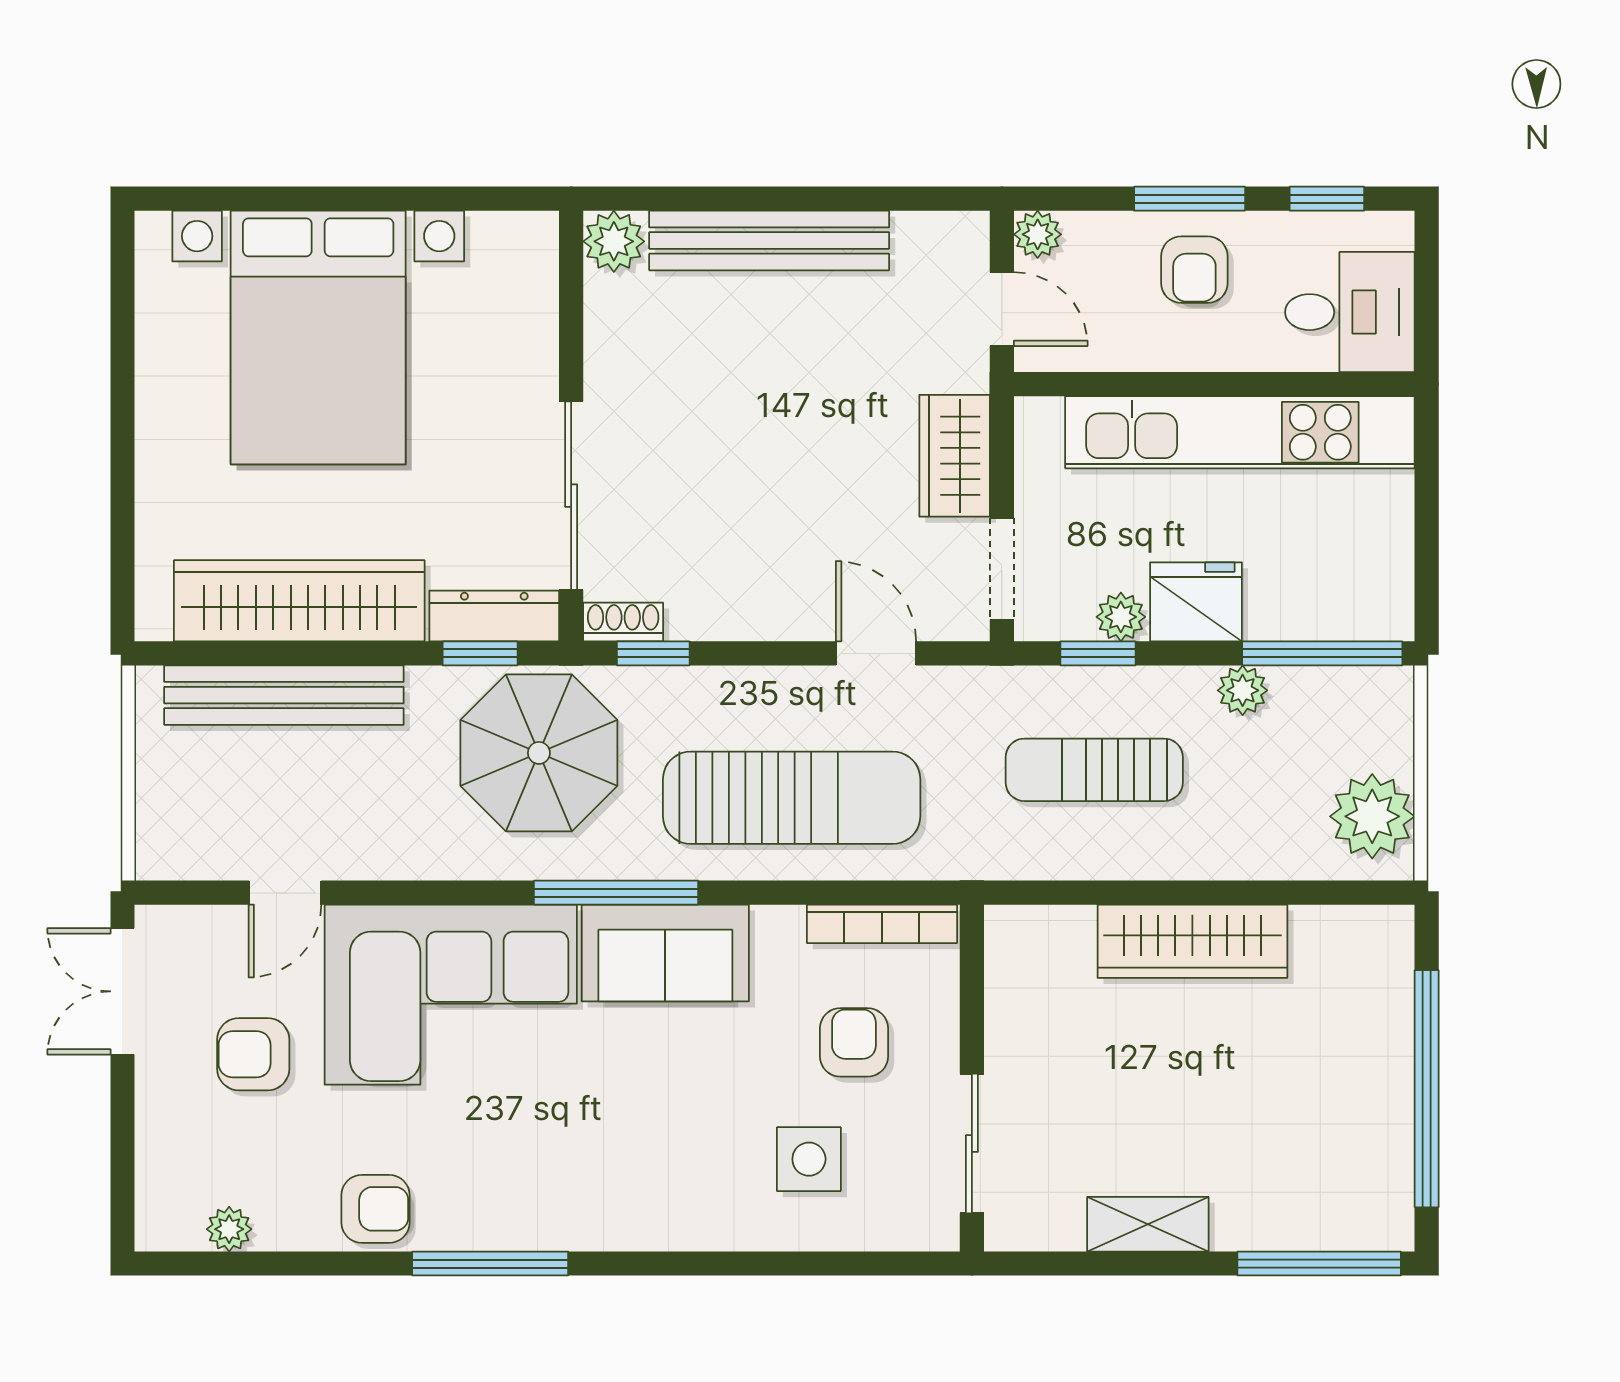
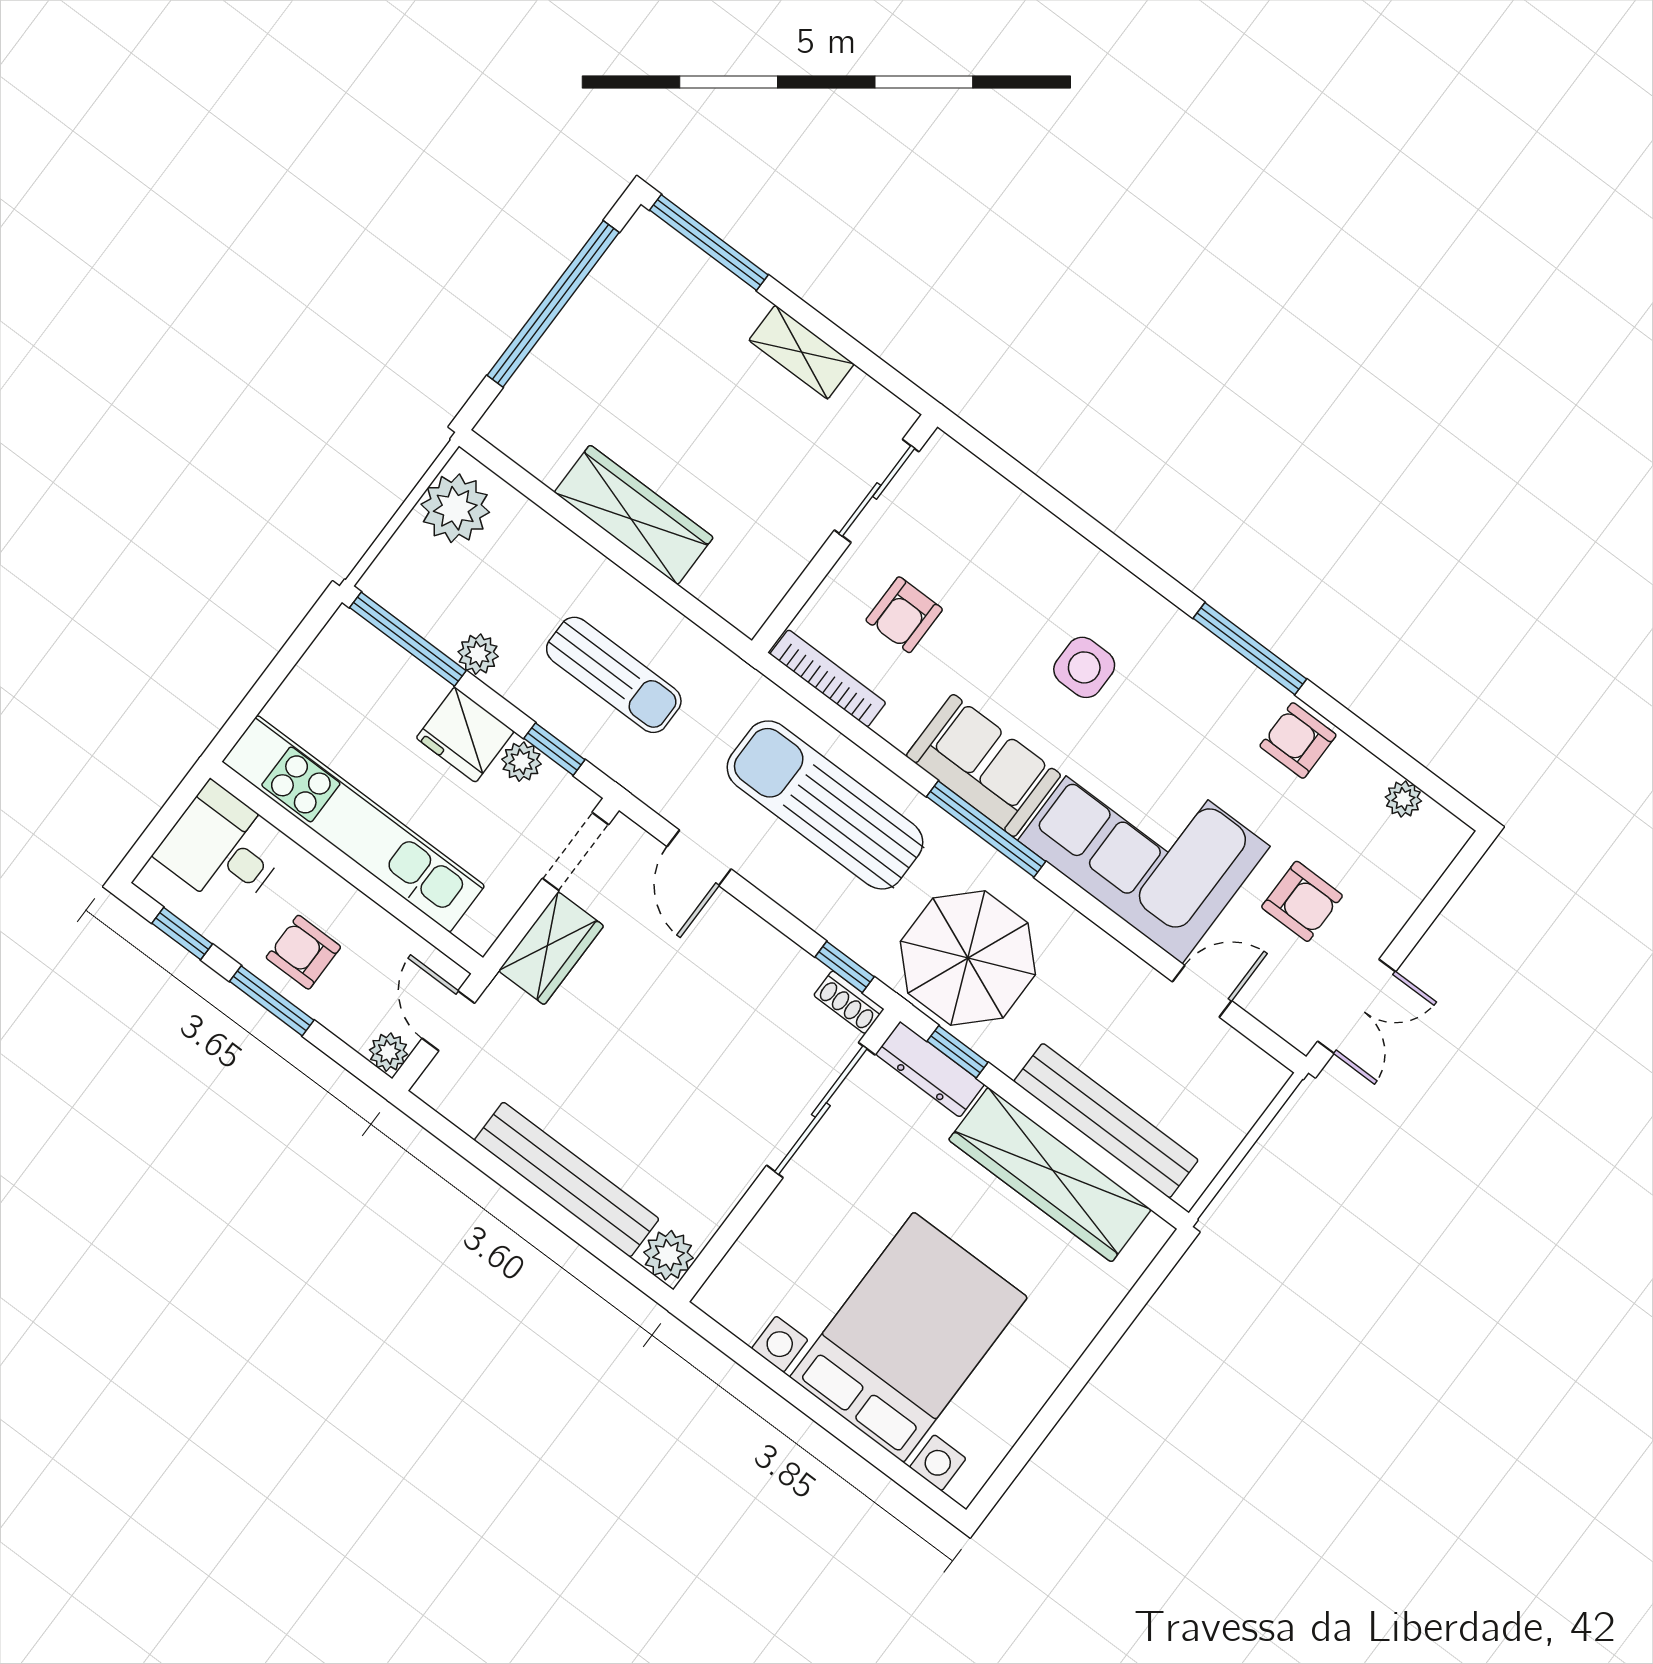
armchair: (1194, 270) -> (303, 952), turned -90
side table: (809, 1159) -> (1084, 667), moved

